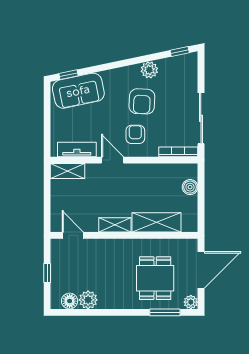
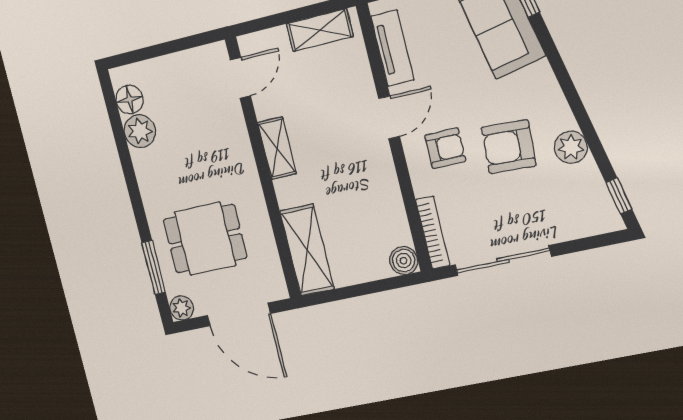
shelving: (68, 171) -> (320, 30), moved, turned 90
boiler: (190, 187) -> (404, 261), moved
shelving: (157, 222) -> (307, 250), moved
window: (47, 273) -> (166, 48), removed

